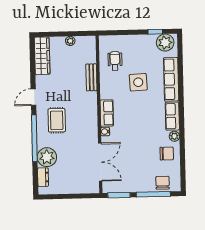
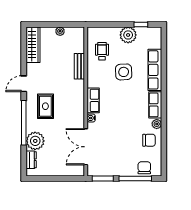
plant: (165, 43) -> (128, 35), moved
double door: (100, 162) -> (86, 147), swing flipped

